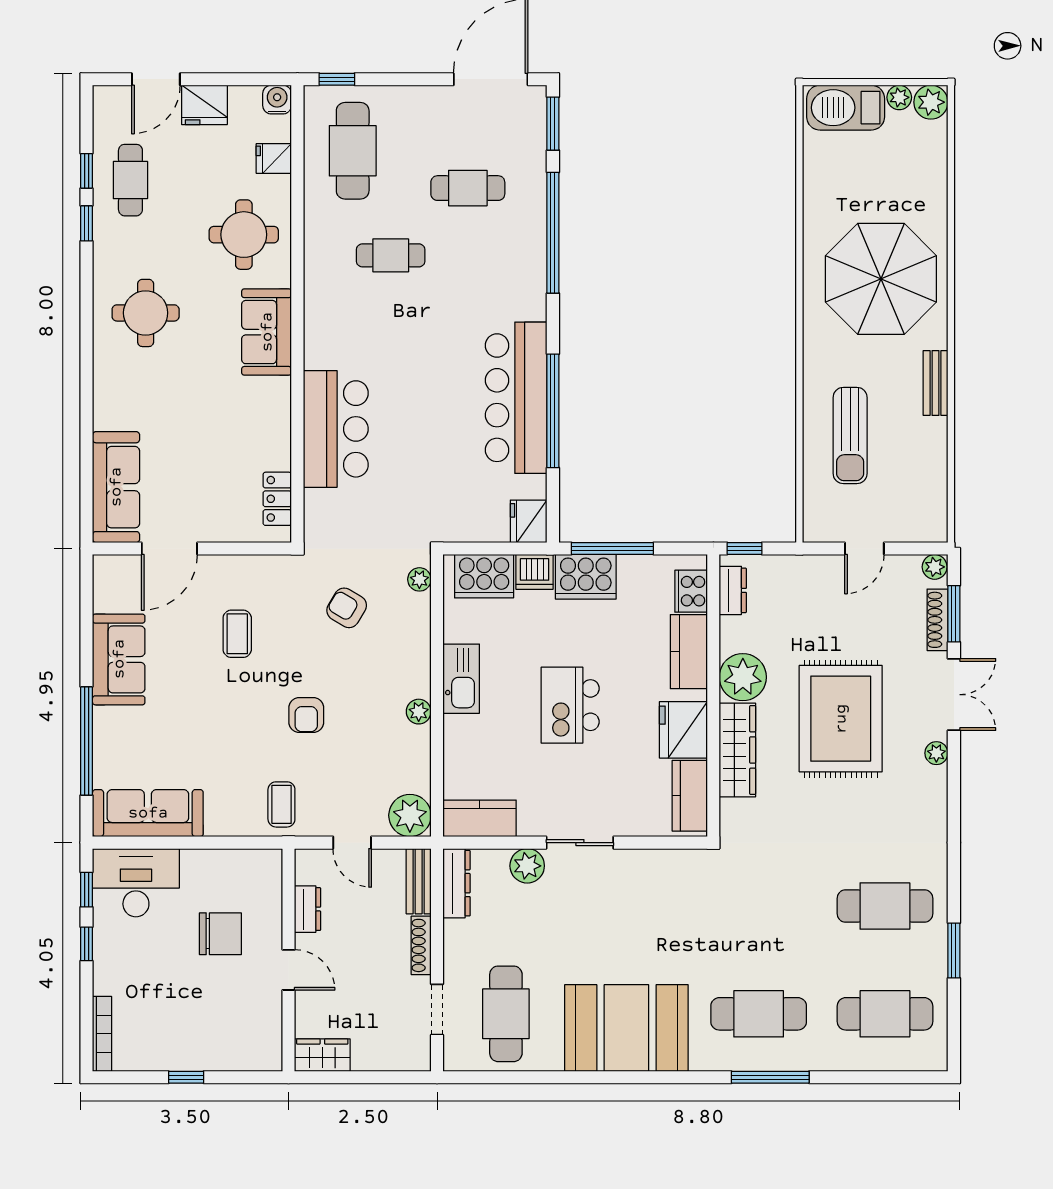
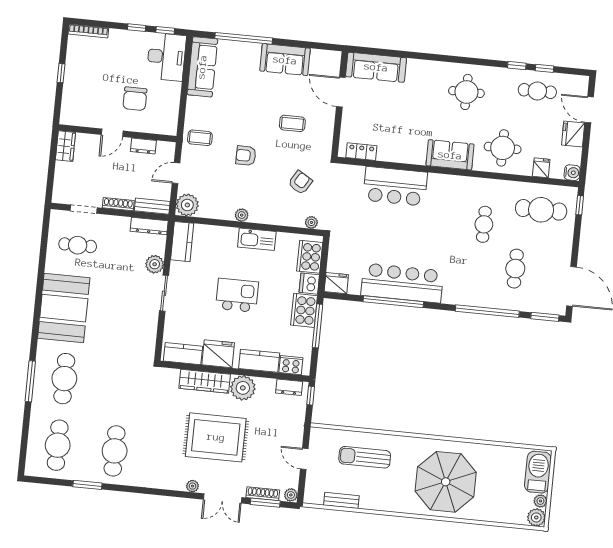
bench: (936, 383) -> (341, 500), moved
cafe table: (506, 1014) -> (78, 245), width x0.73, depth x0.74

